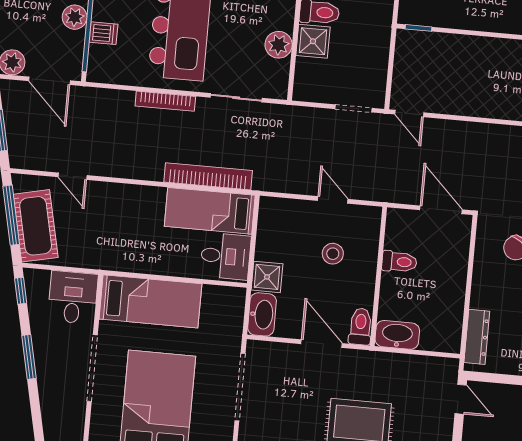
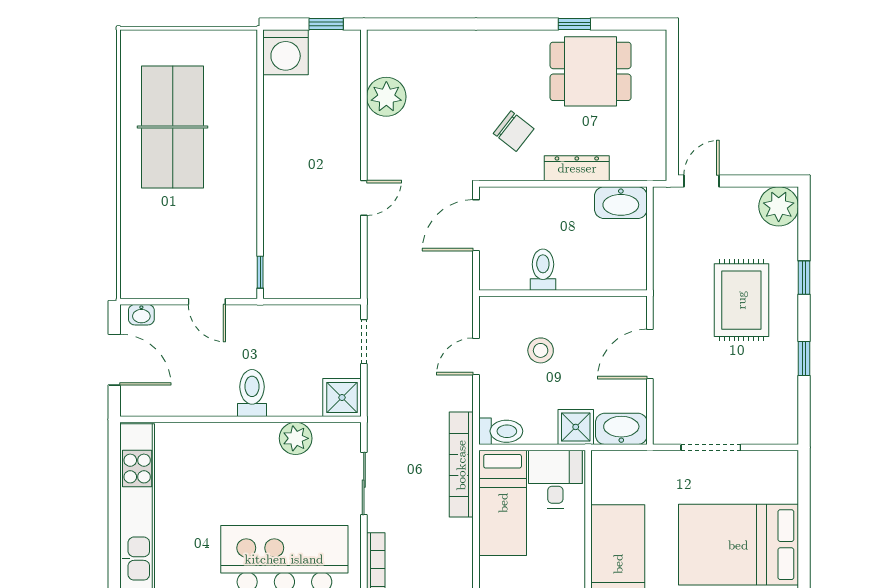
shower: (313, 41) -> (342, 398), moved
door: (409, 113) -> (364, 198), moved
bookcase: (208, 176) -> (461, 465), moved
toilet: (360, 327) -> (501, 431), moved, turned 180
washbasin: (397, 335) -> (621, 203), moved, turned -90
dresser: (477, 337) -> (577, 168), moved
doorway: (240, 387) -> (711, 447), width x0.73

